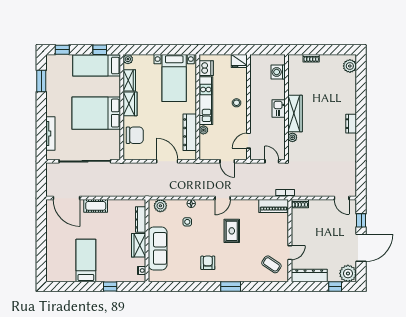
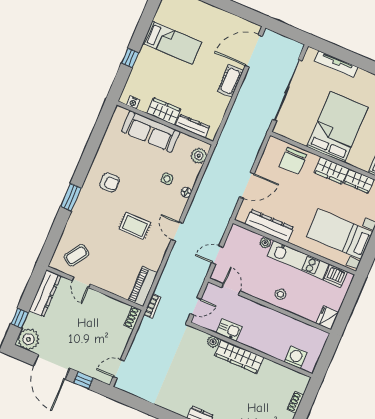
kitchen sink: (279, 109) -> (229, 330), moved

